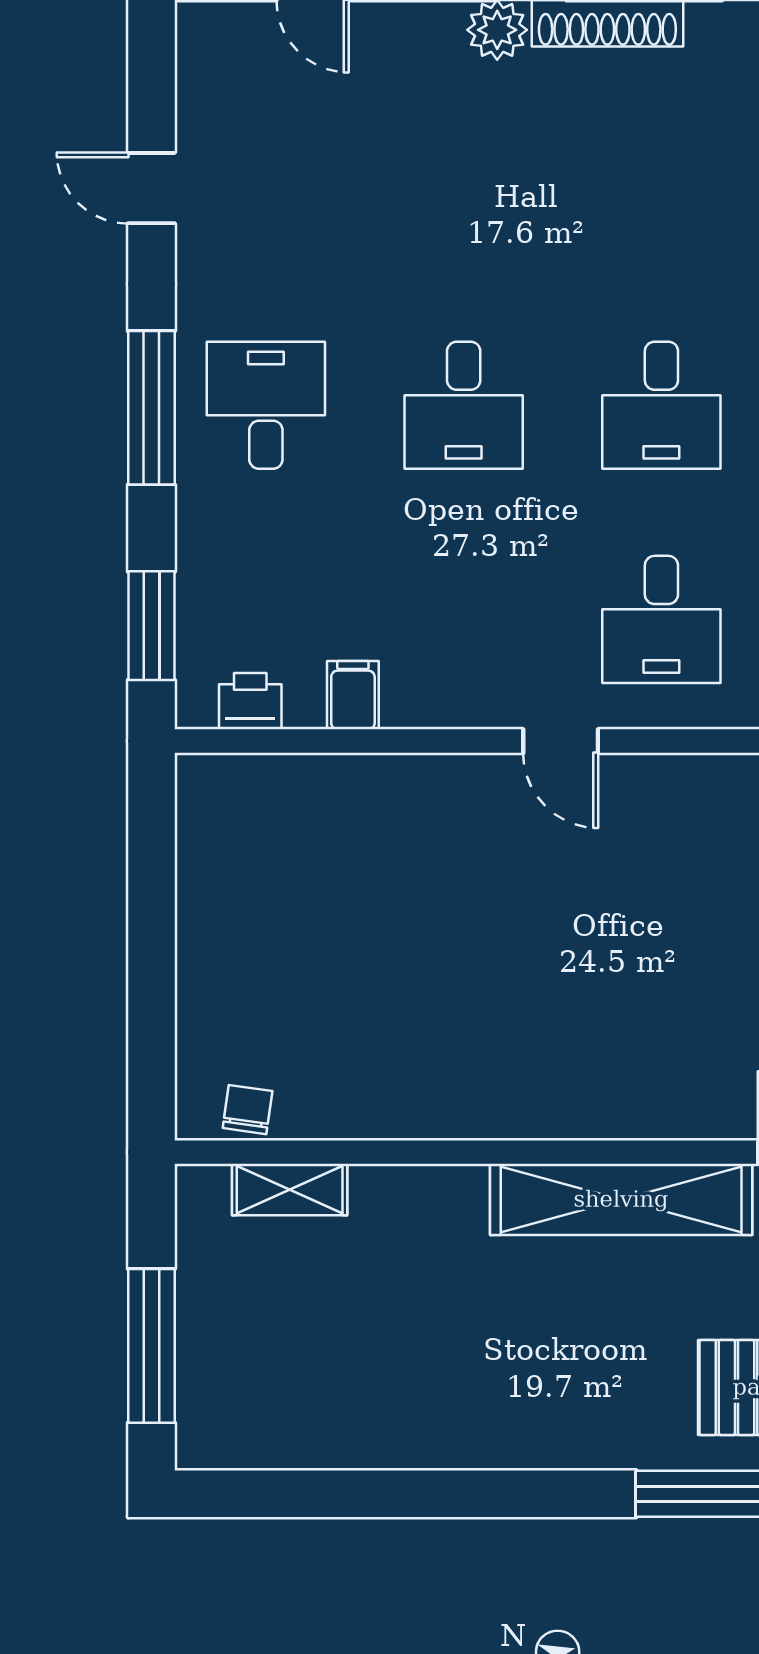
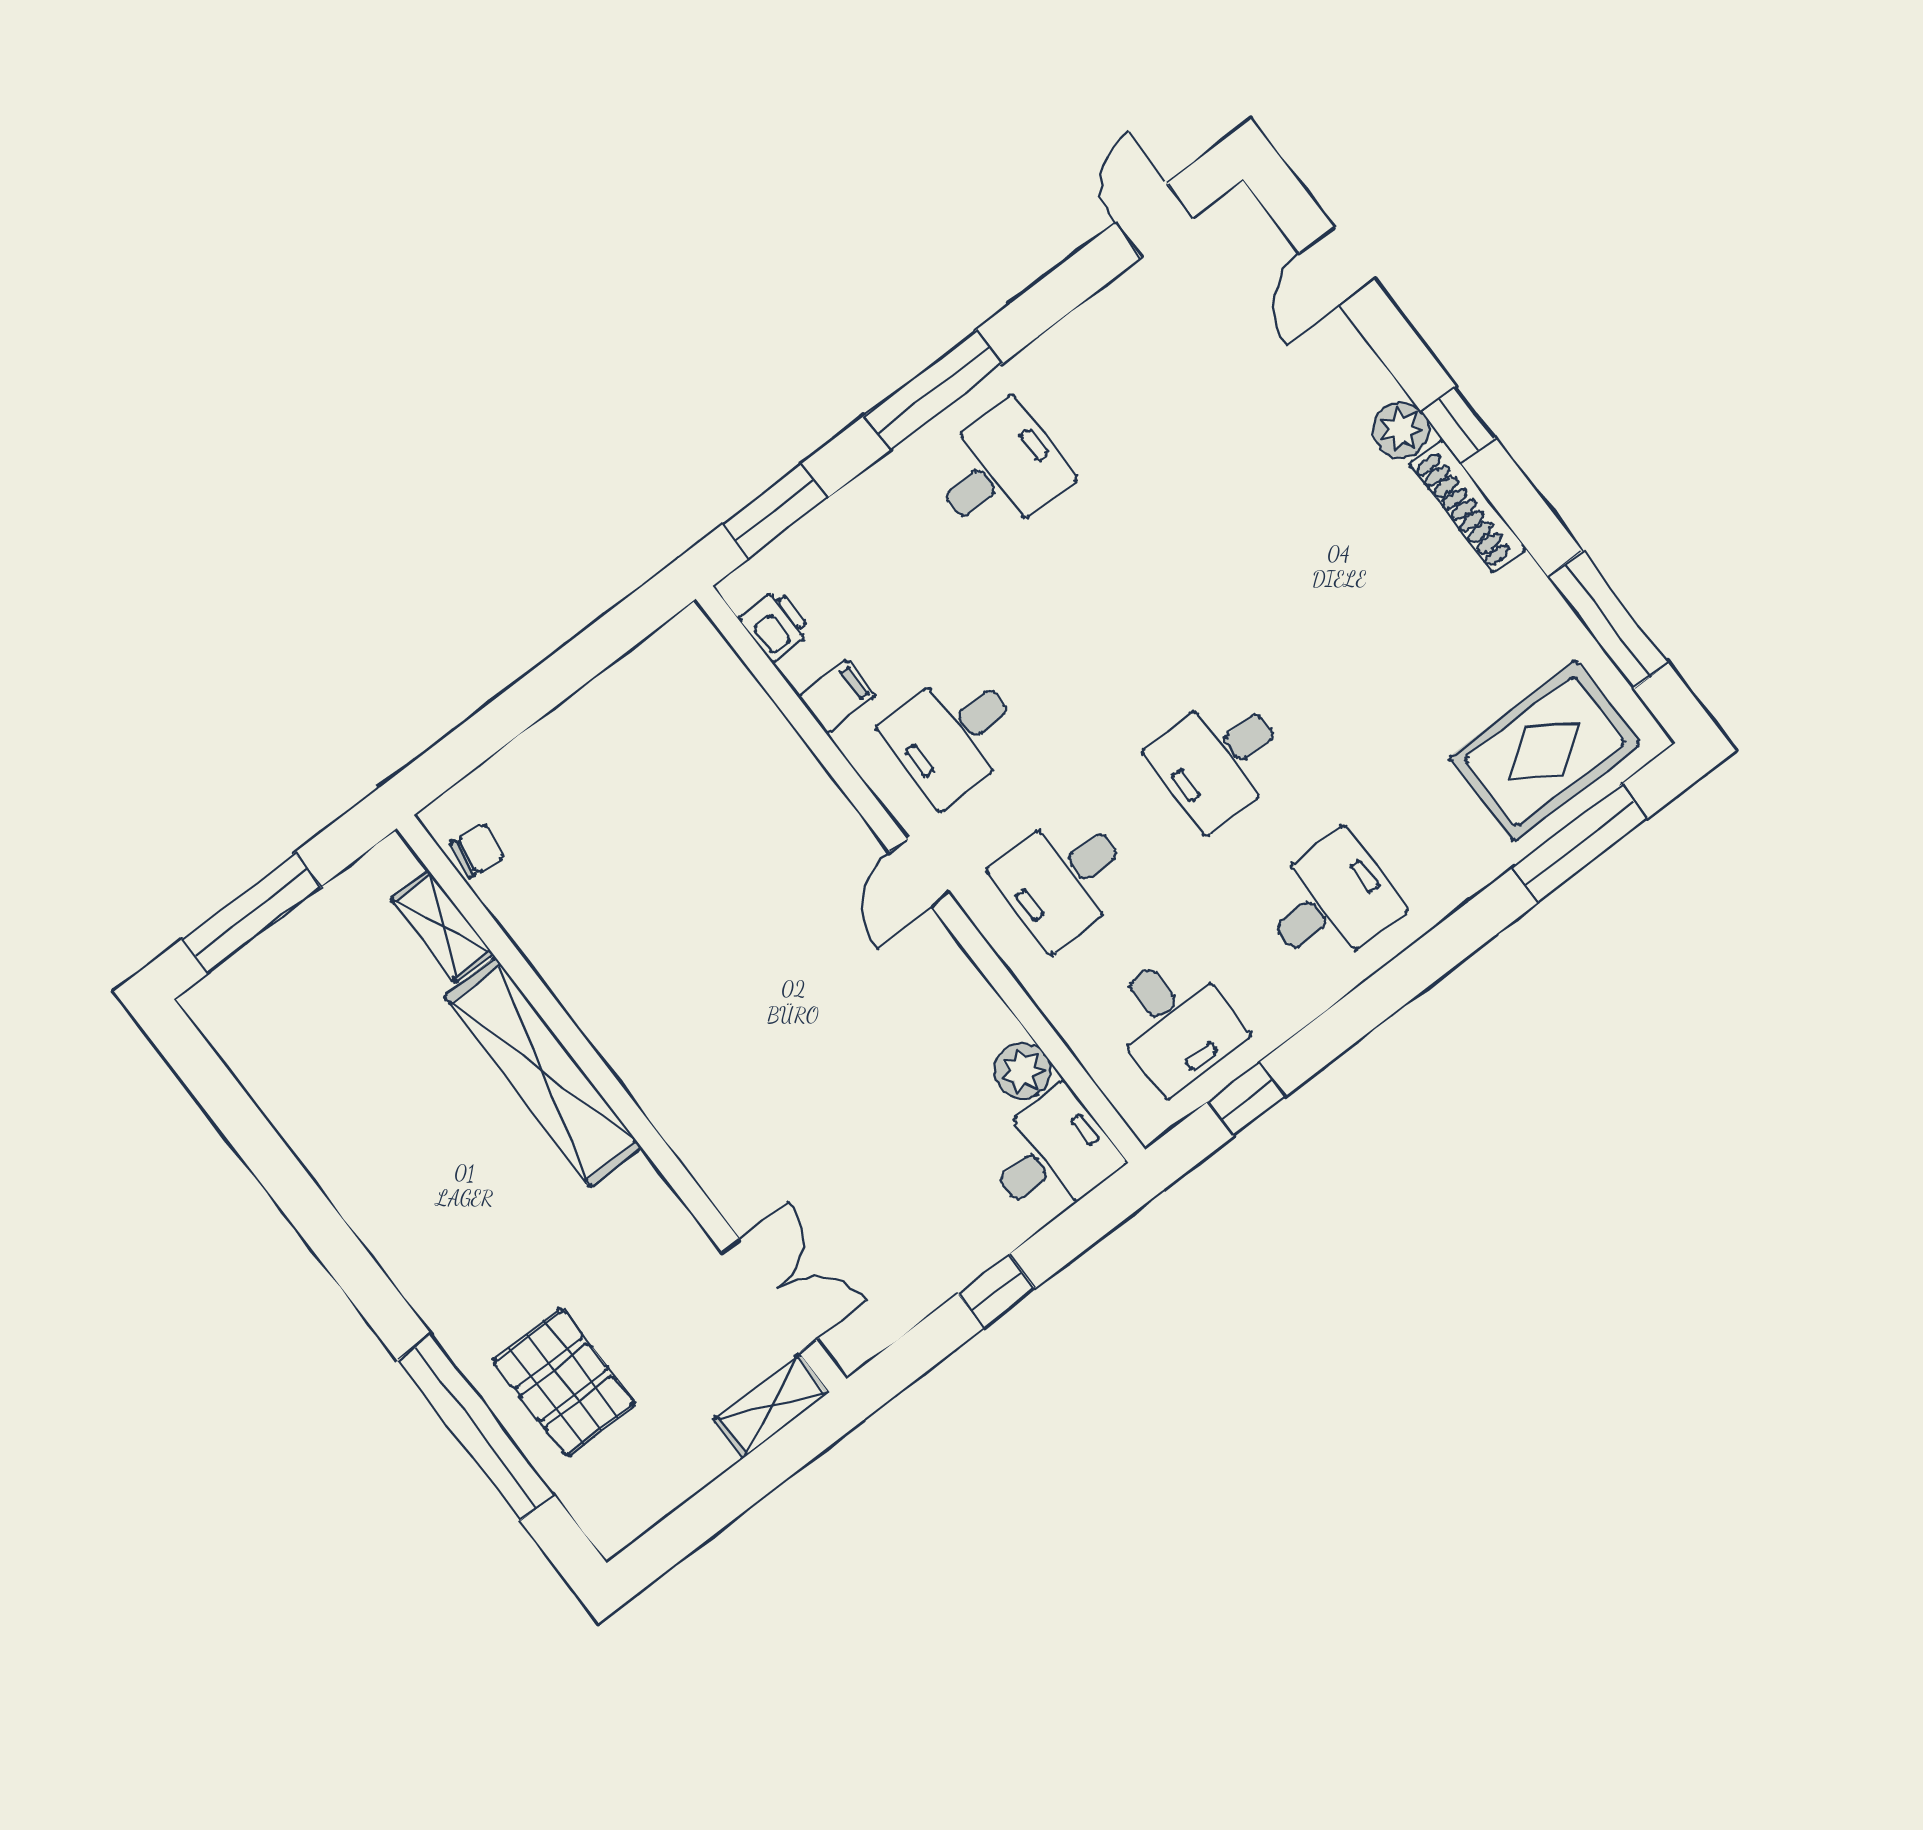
door: (151, 188) -> (1154, 220), moved
desk: (464, 405) -> (954, 735), moved
shelving: (621, 1199) -> (543, 1072), moved

